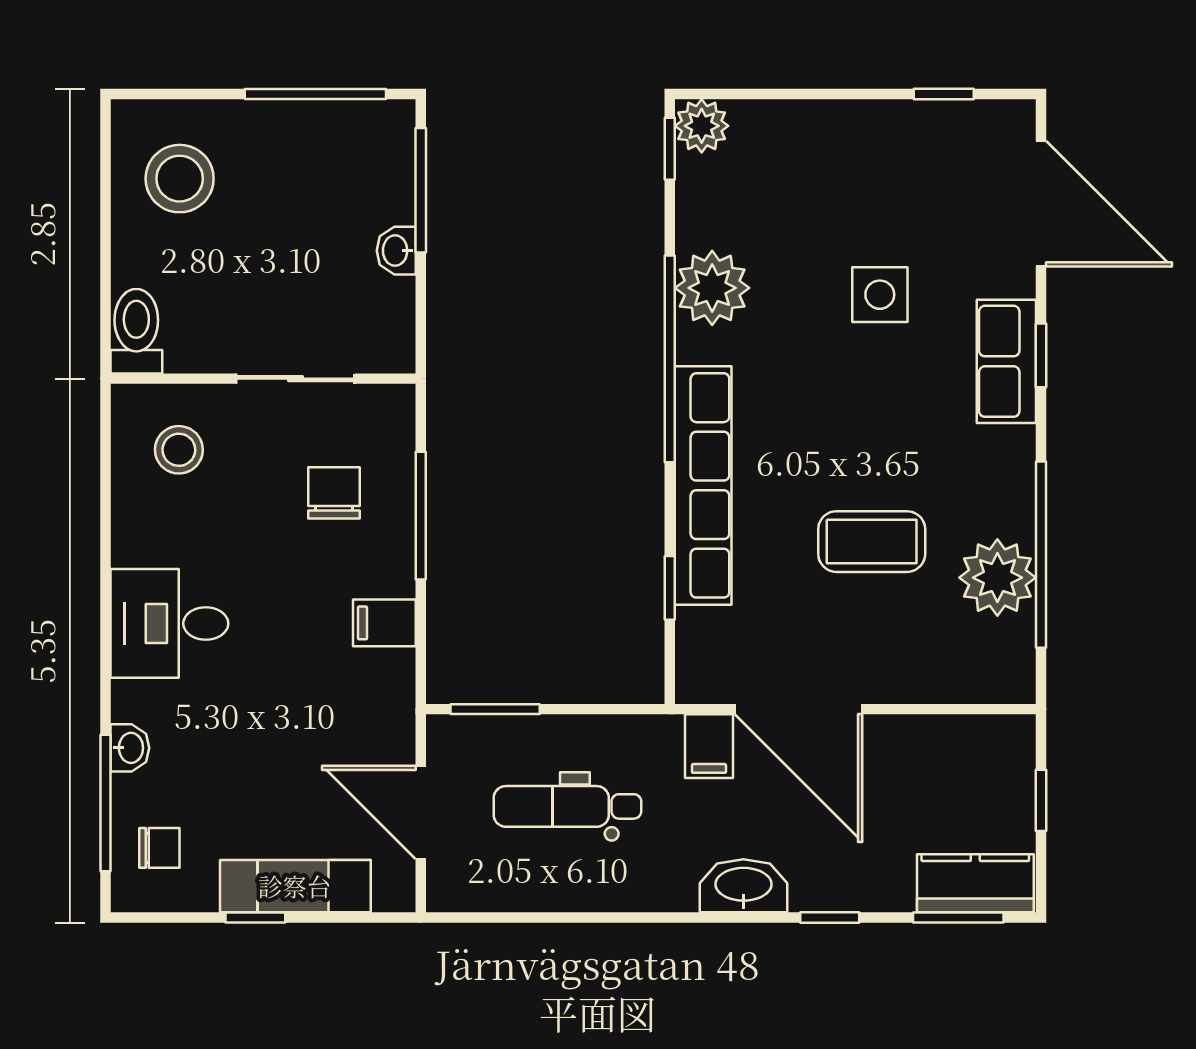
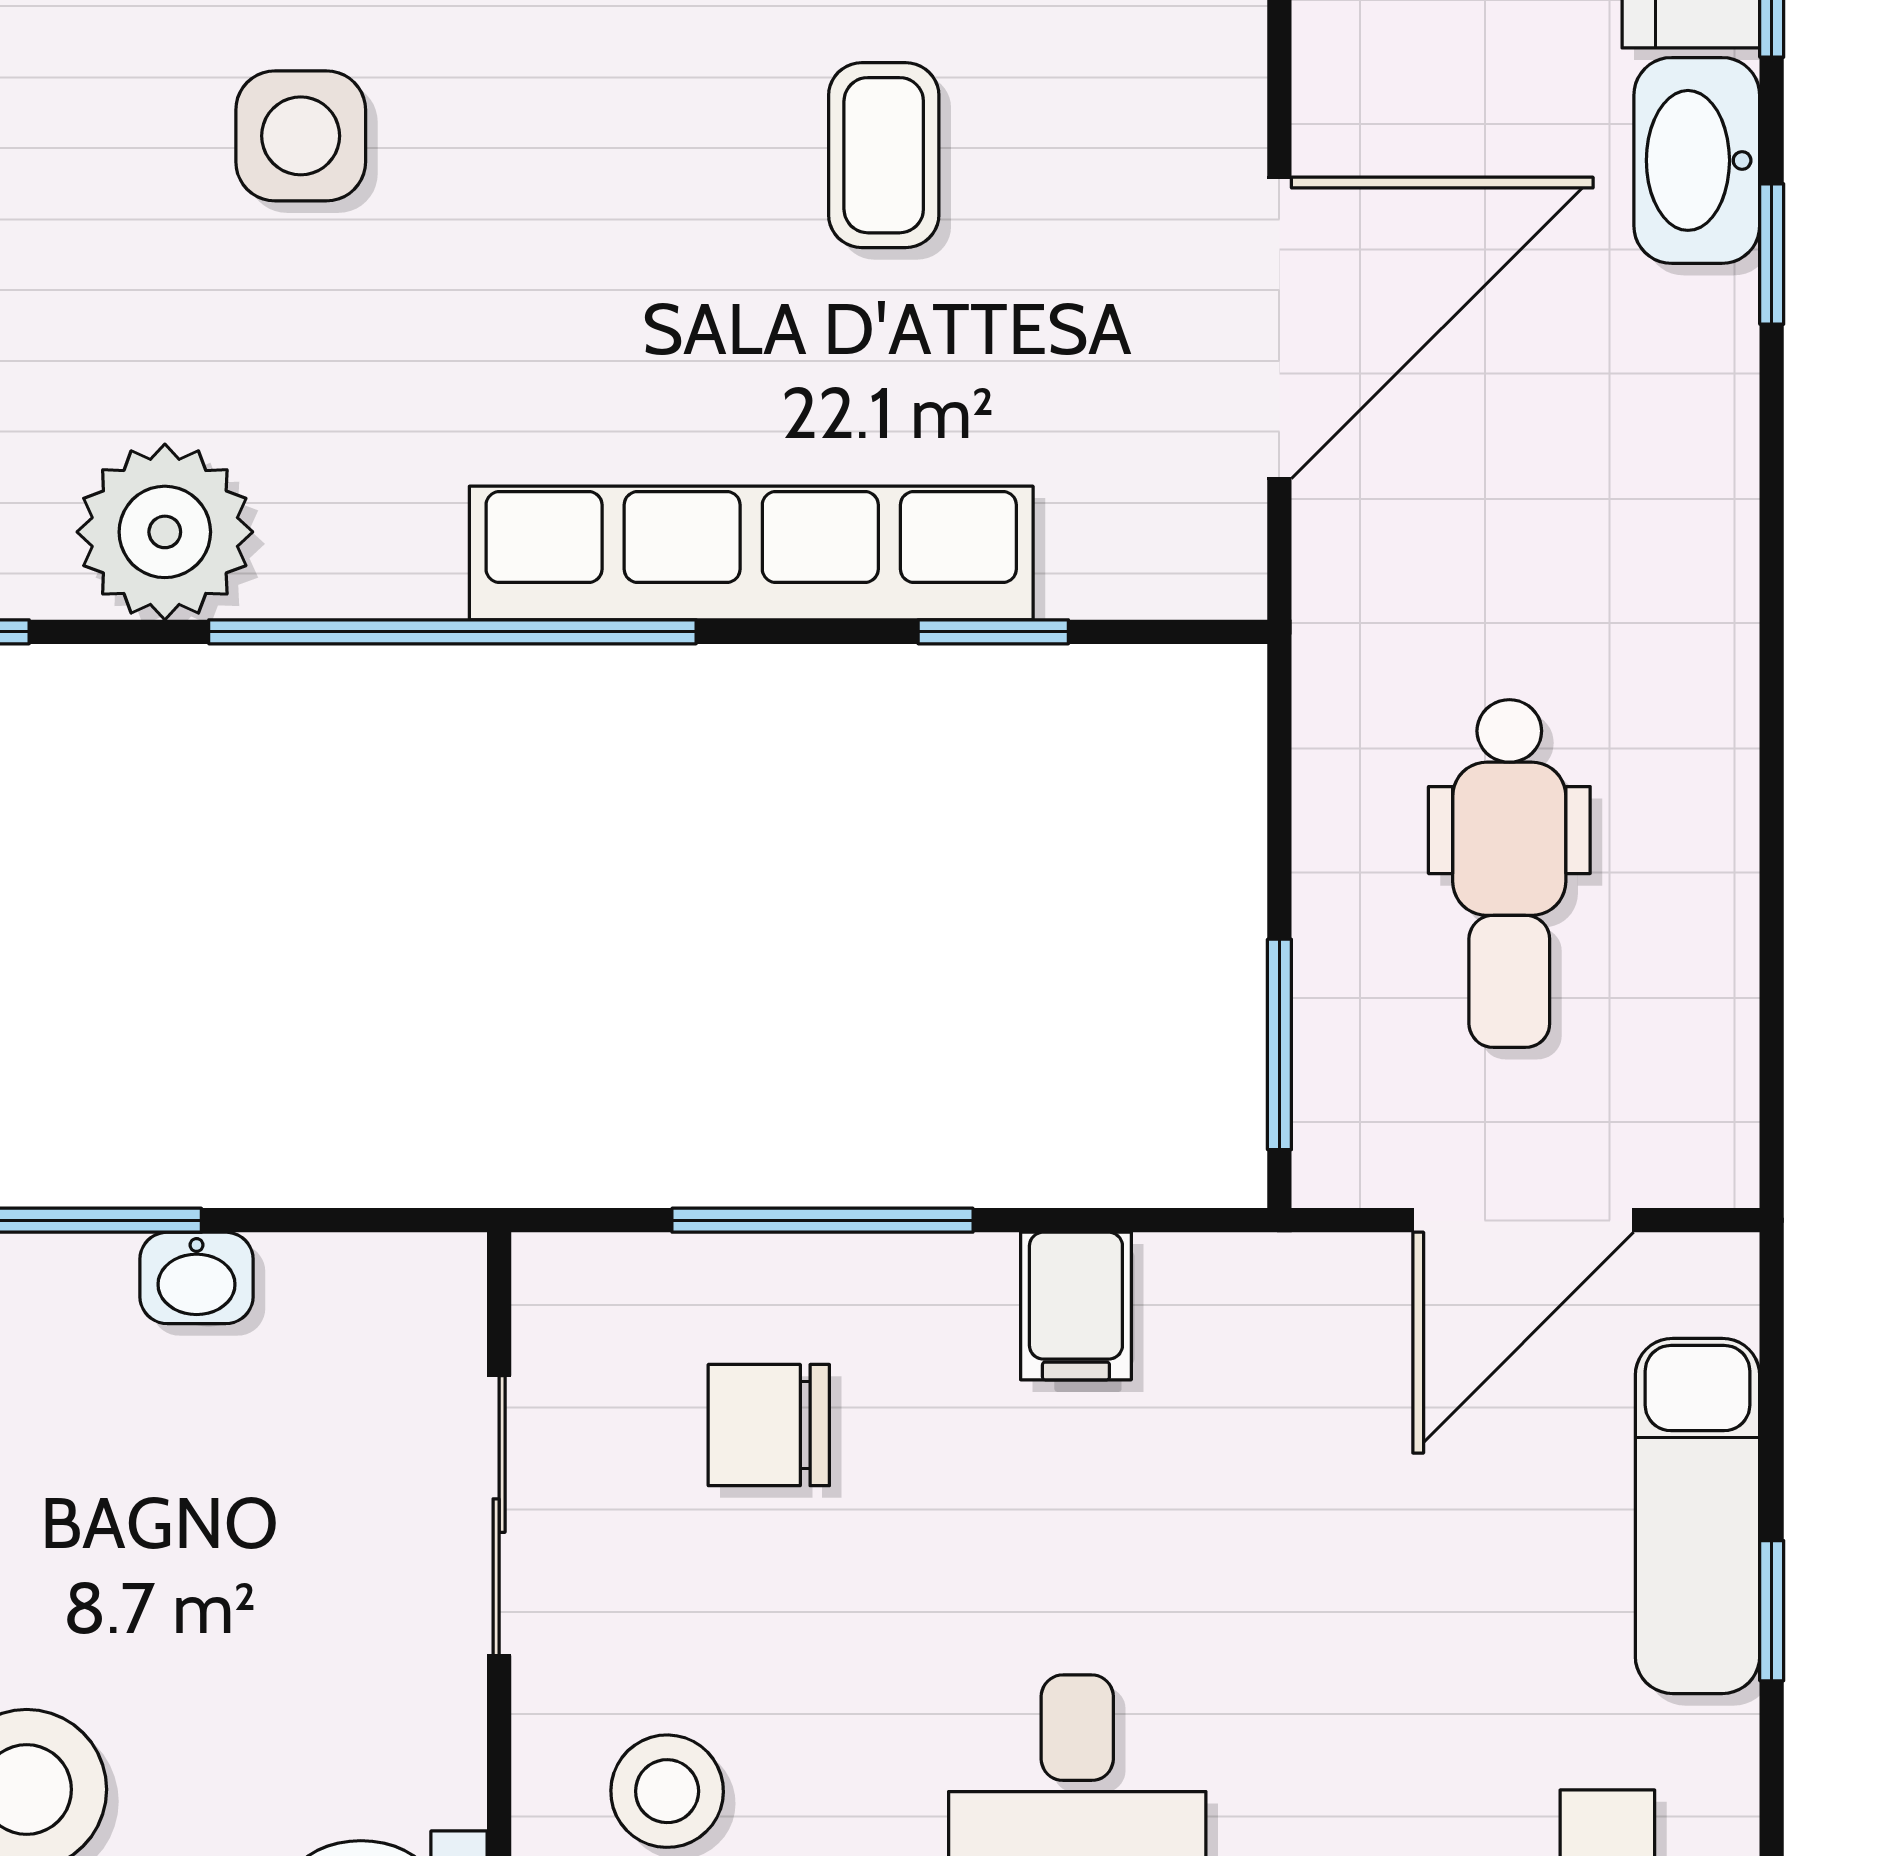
plant: (712, 288) -> (165, 532), moved
coffee table: (872, 542) -> (884, 155), width x0.73, depth x0.77
filing cabinet: (709, 746) -> (1367, 539), removed
washbasin: (743, 886) -> (1697, 160), moved

